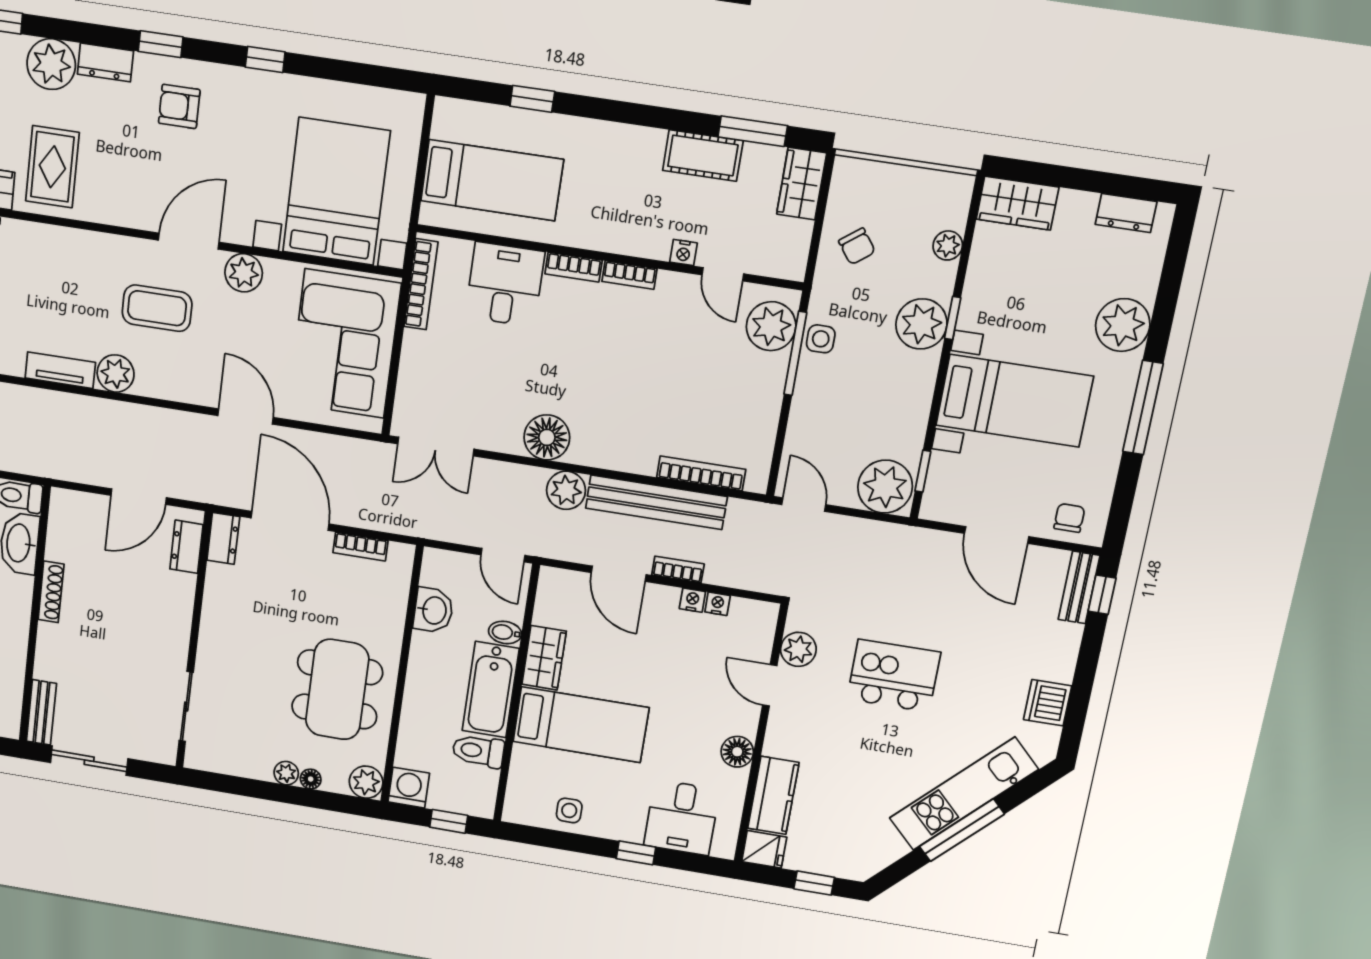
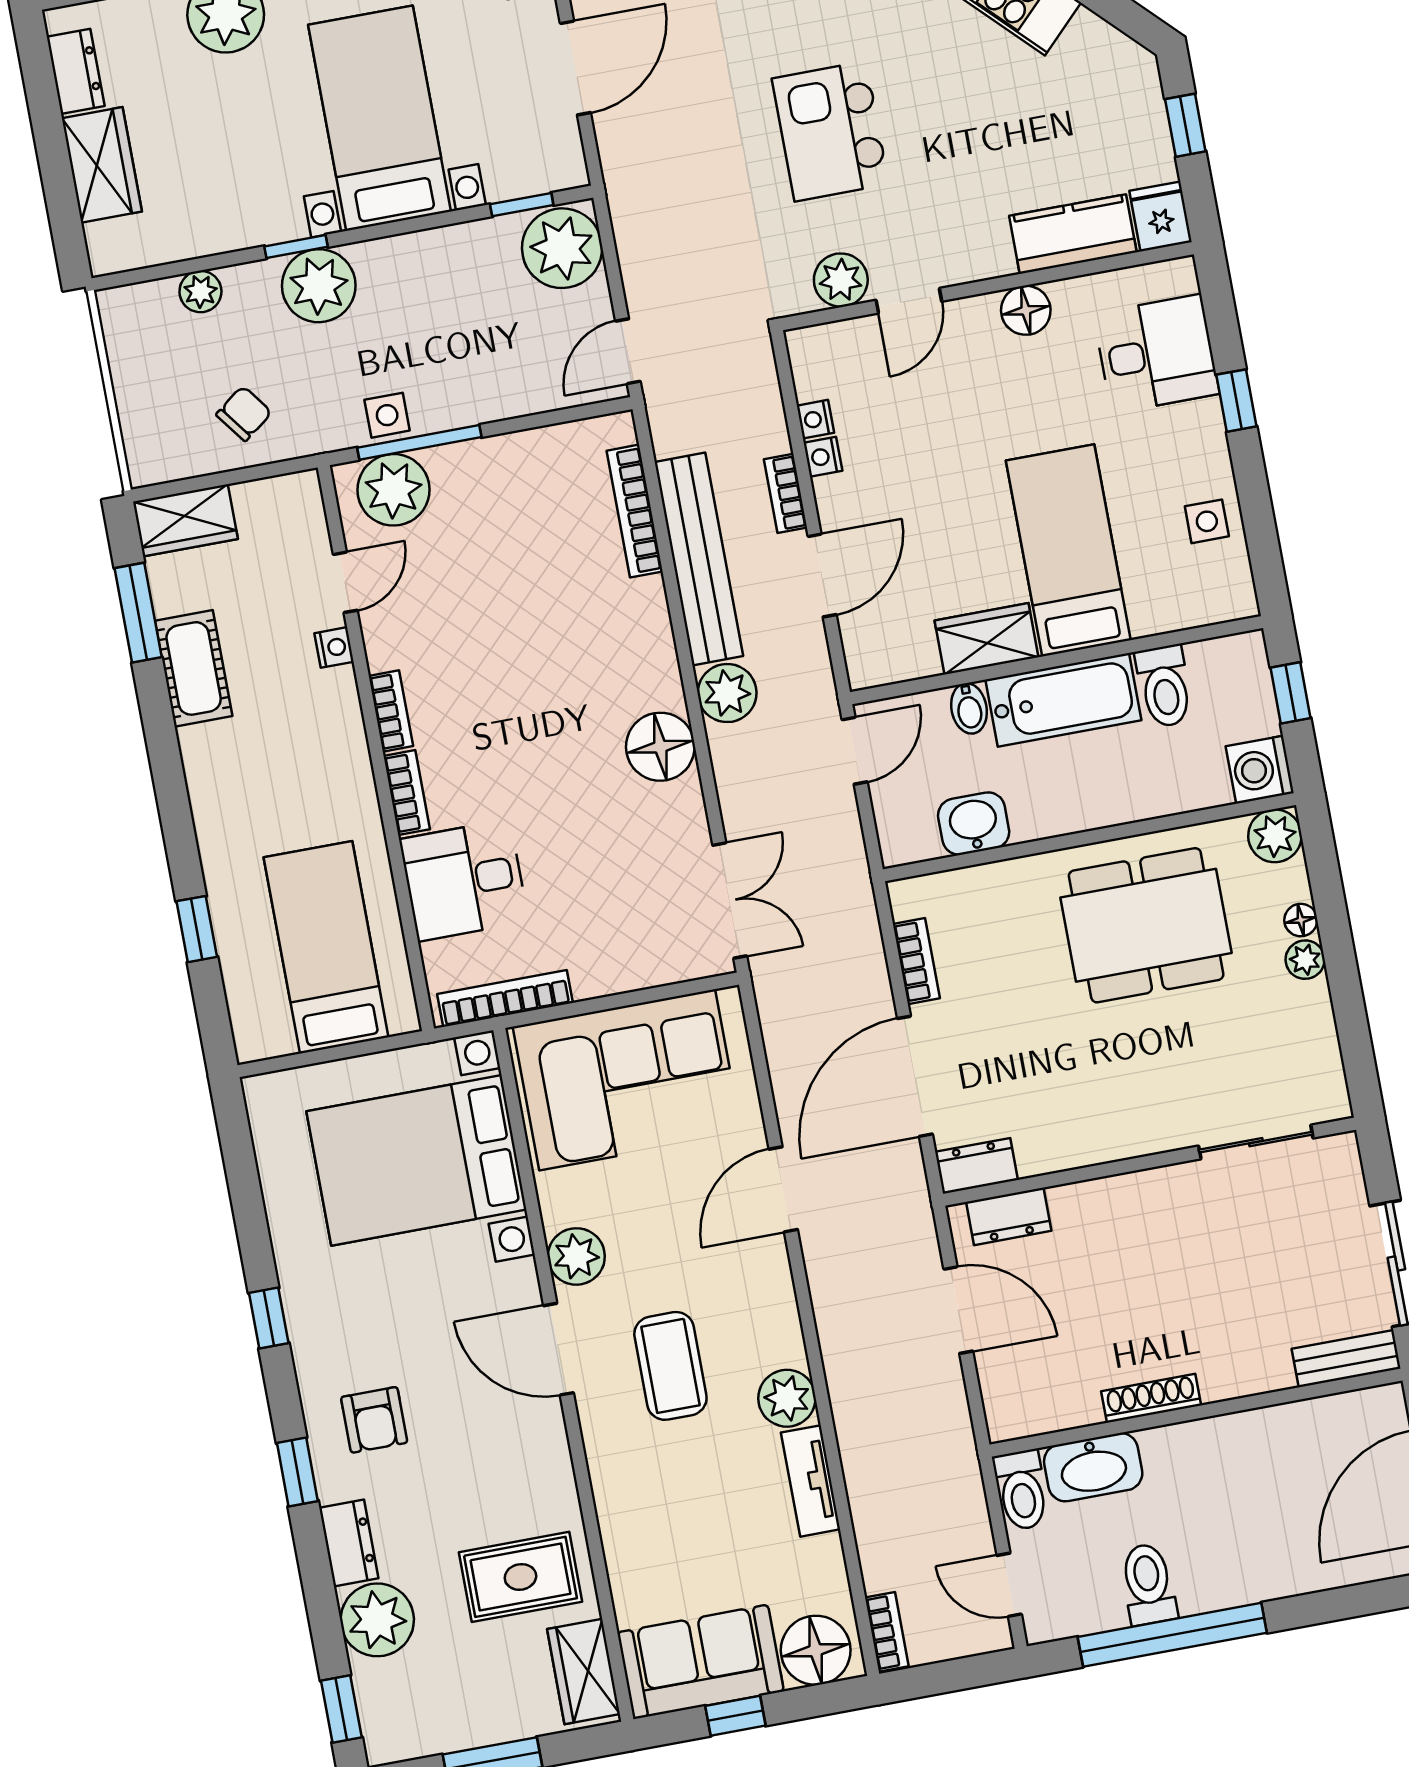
wardrobe: (1018, 203) -> (102, 165), moved

